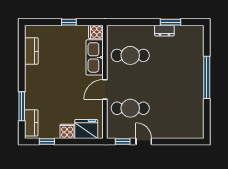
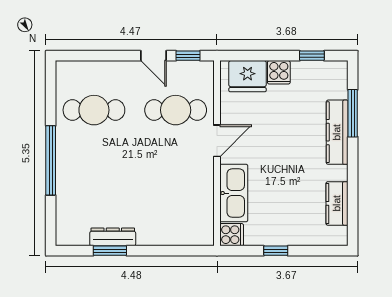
dresser: (164, 31) -> (113, 237), width x1.44
cafe table: (130, 55) -> (94, 110), moved
kitchen counter: (31, 123) -> (337, 132), moved, width x1.50

